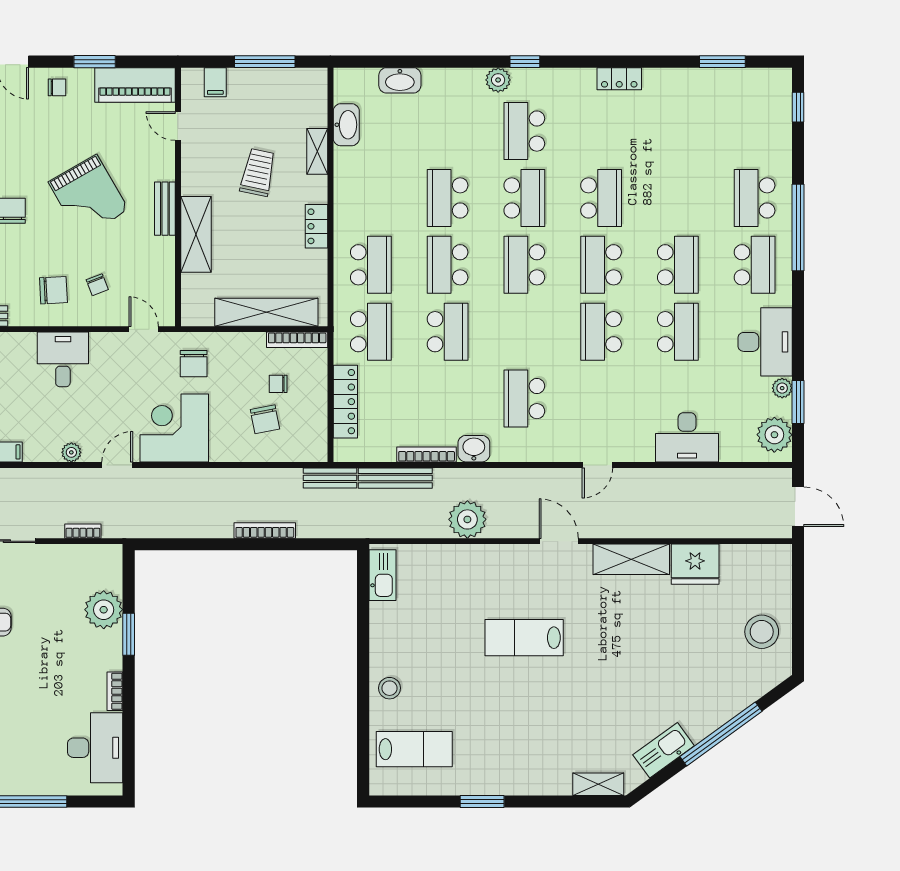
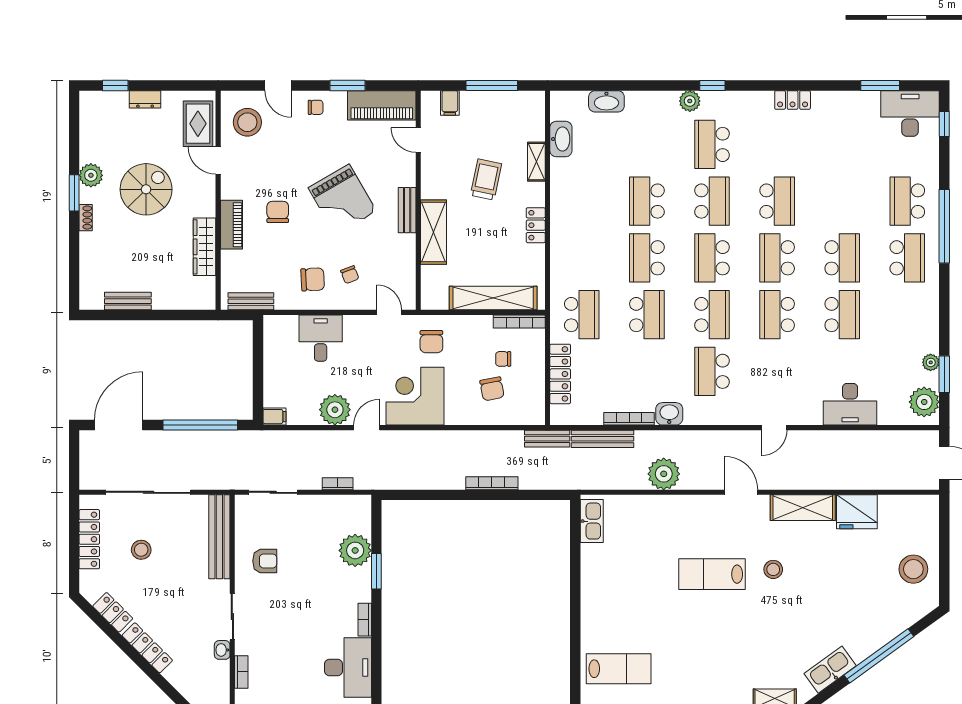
school desk: (371, 265) -> (712, 315), moved
desk: (765, 342) -> (910, 113), moved, turned -90
plant: (71, 452) -> (335, 410), width x1.87, depth x1.87
stool: (389, 688) -> (773, 569), moved

